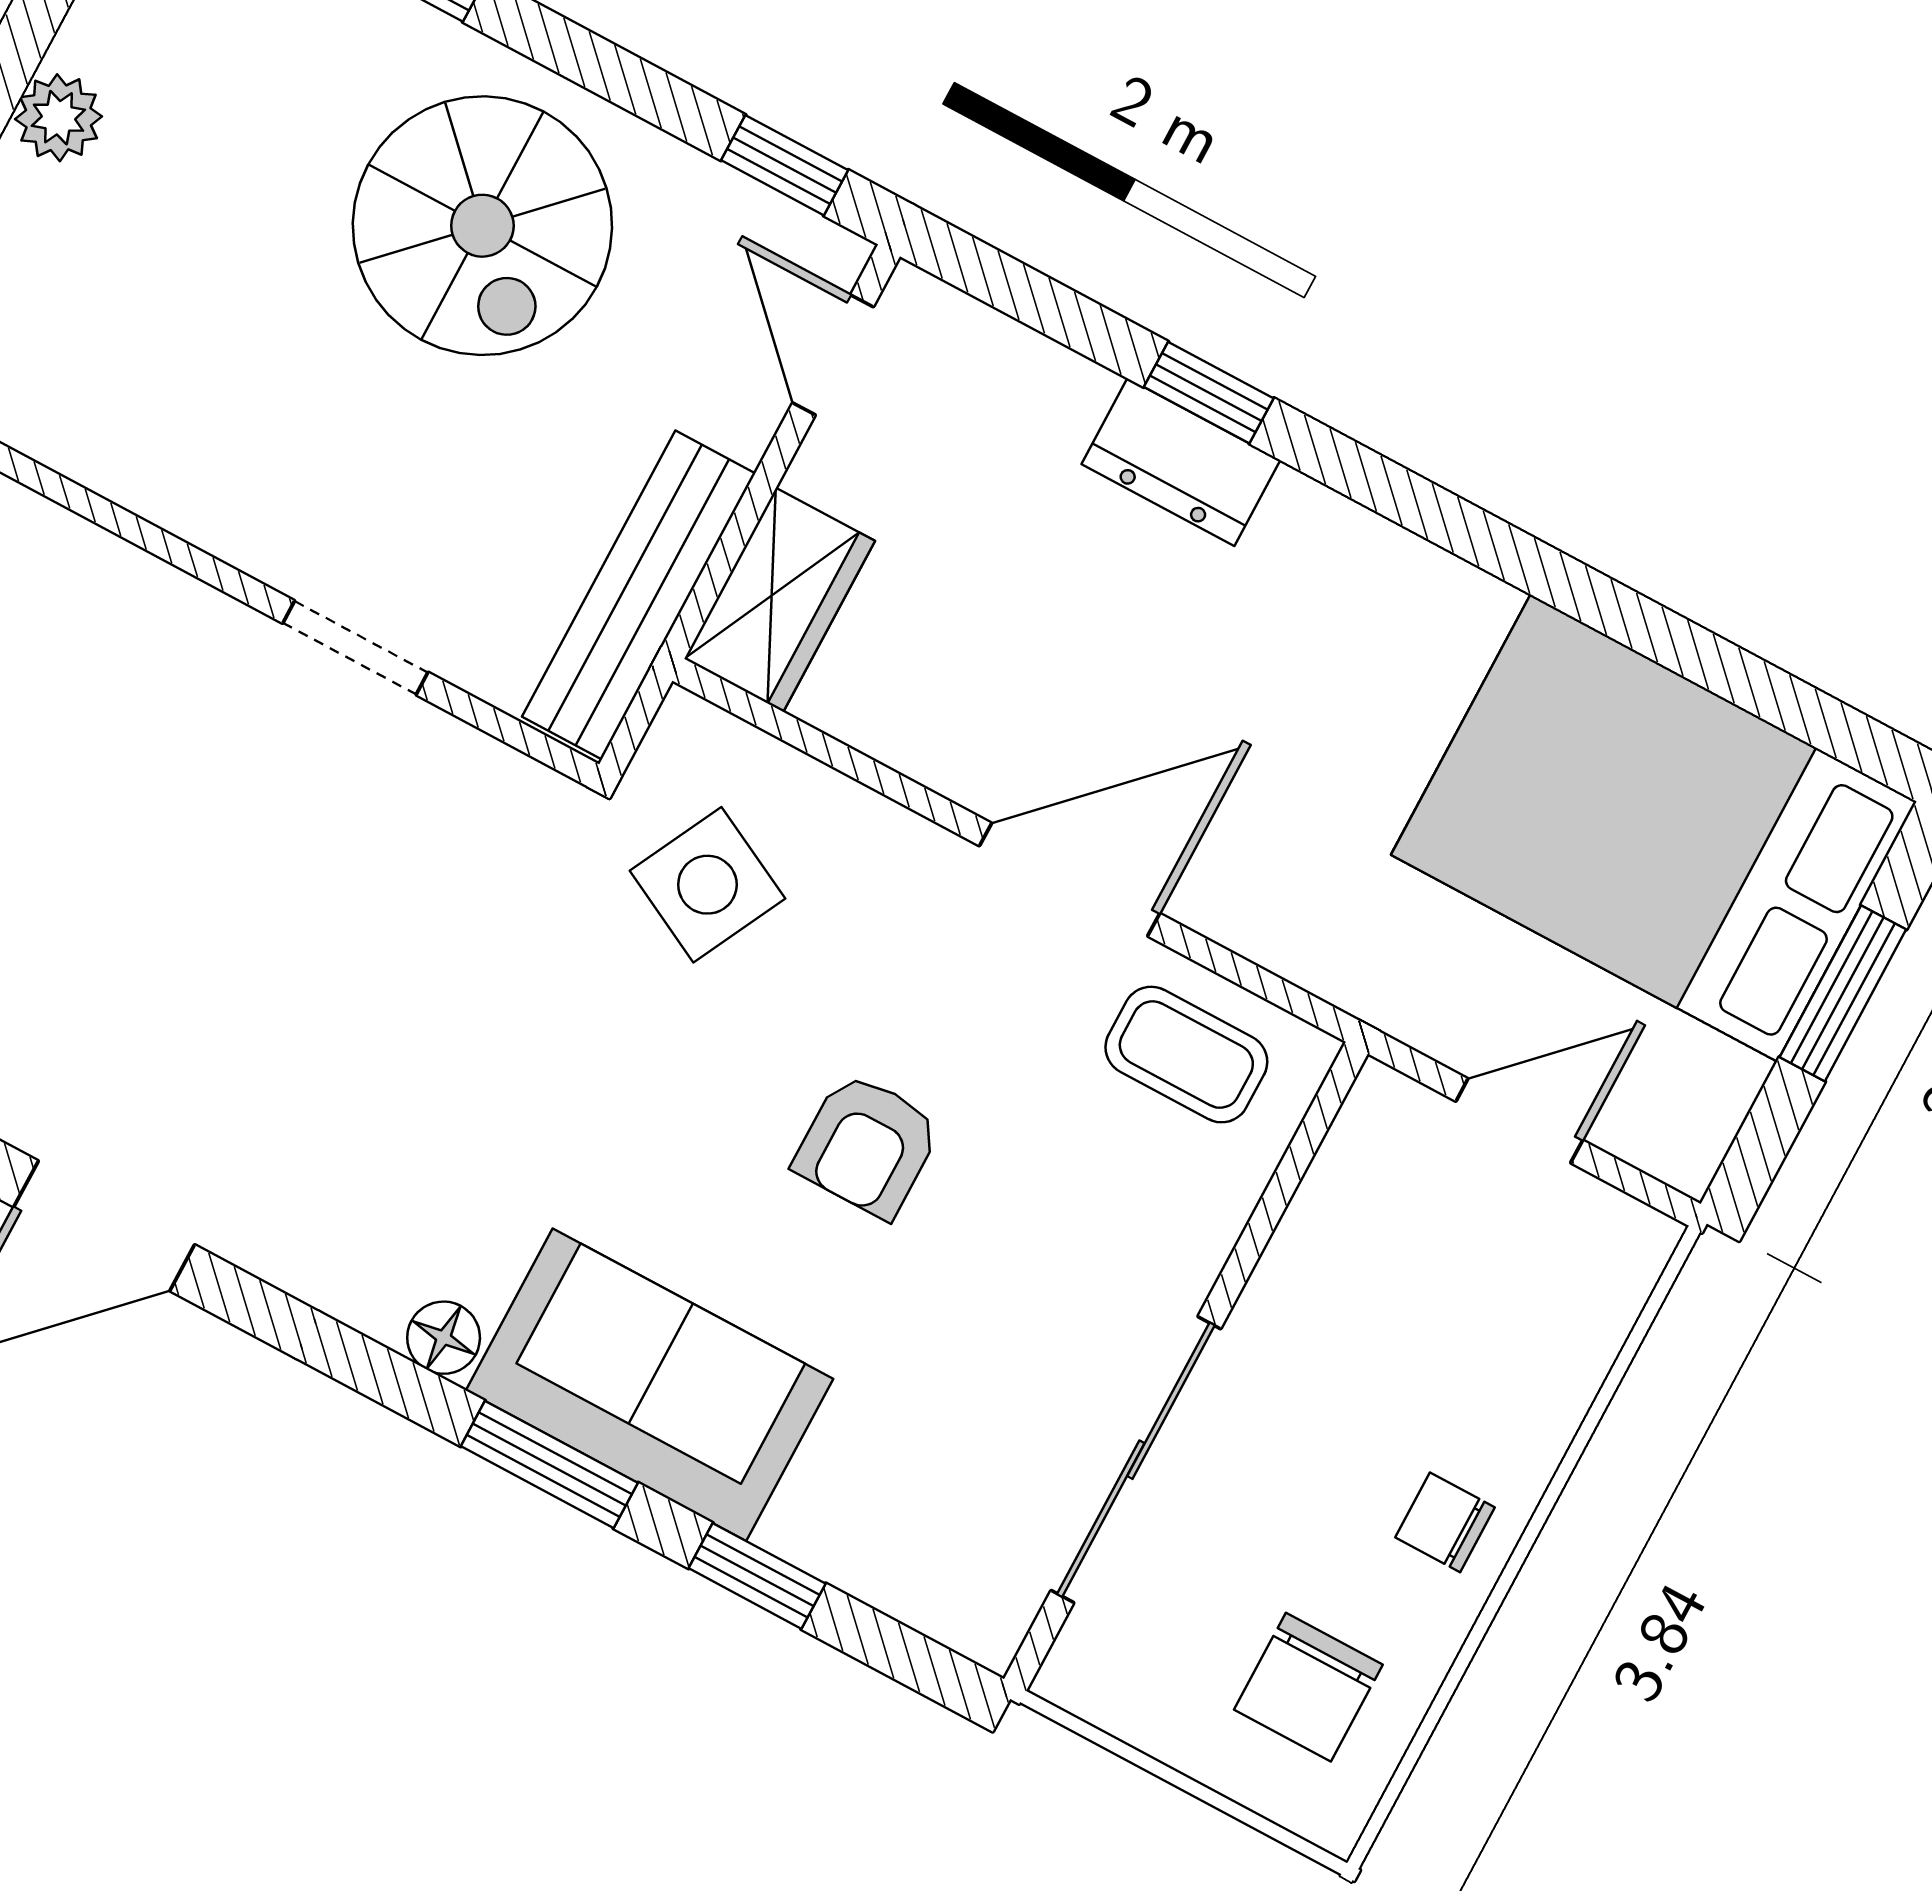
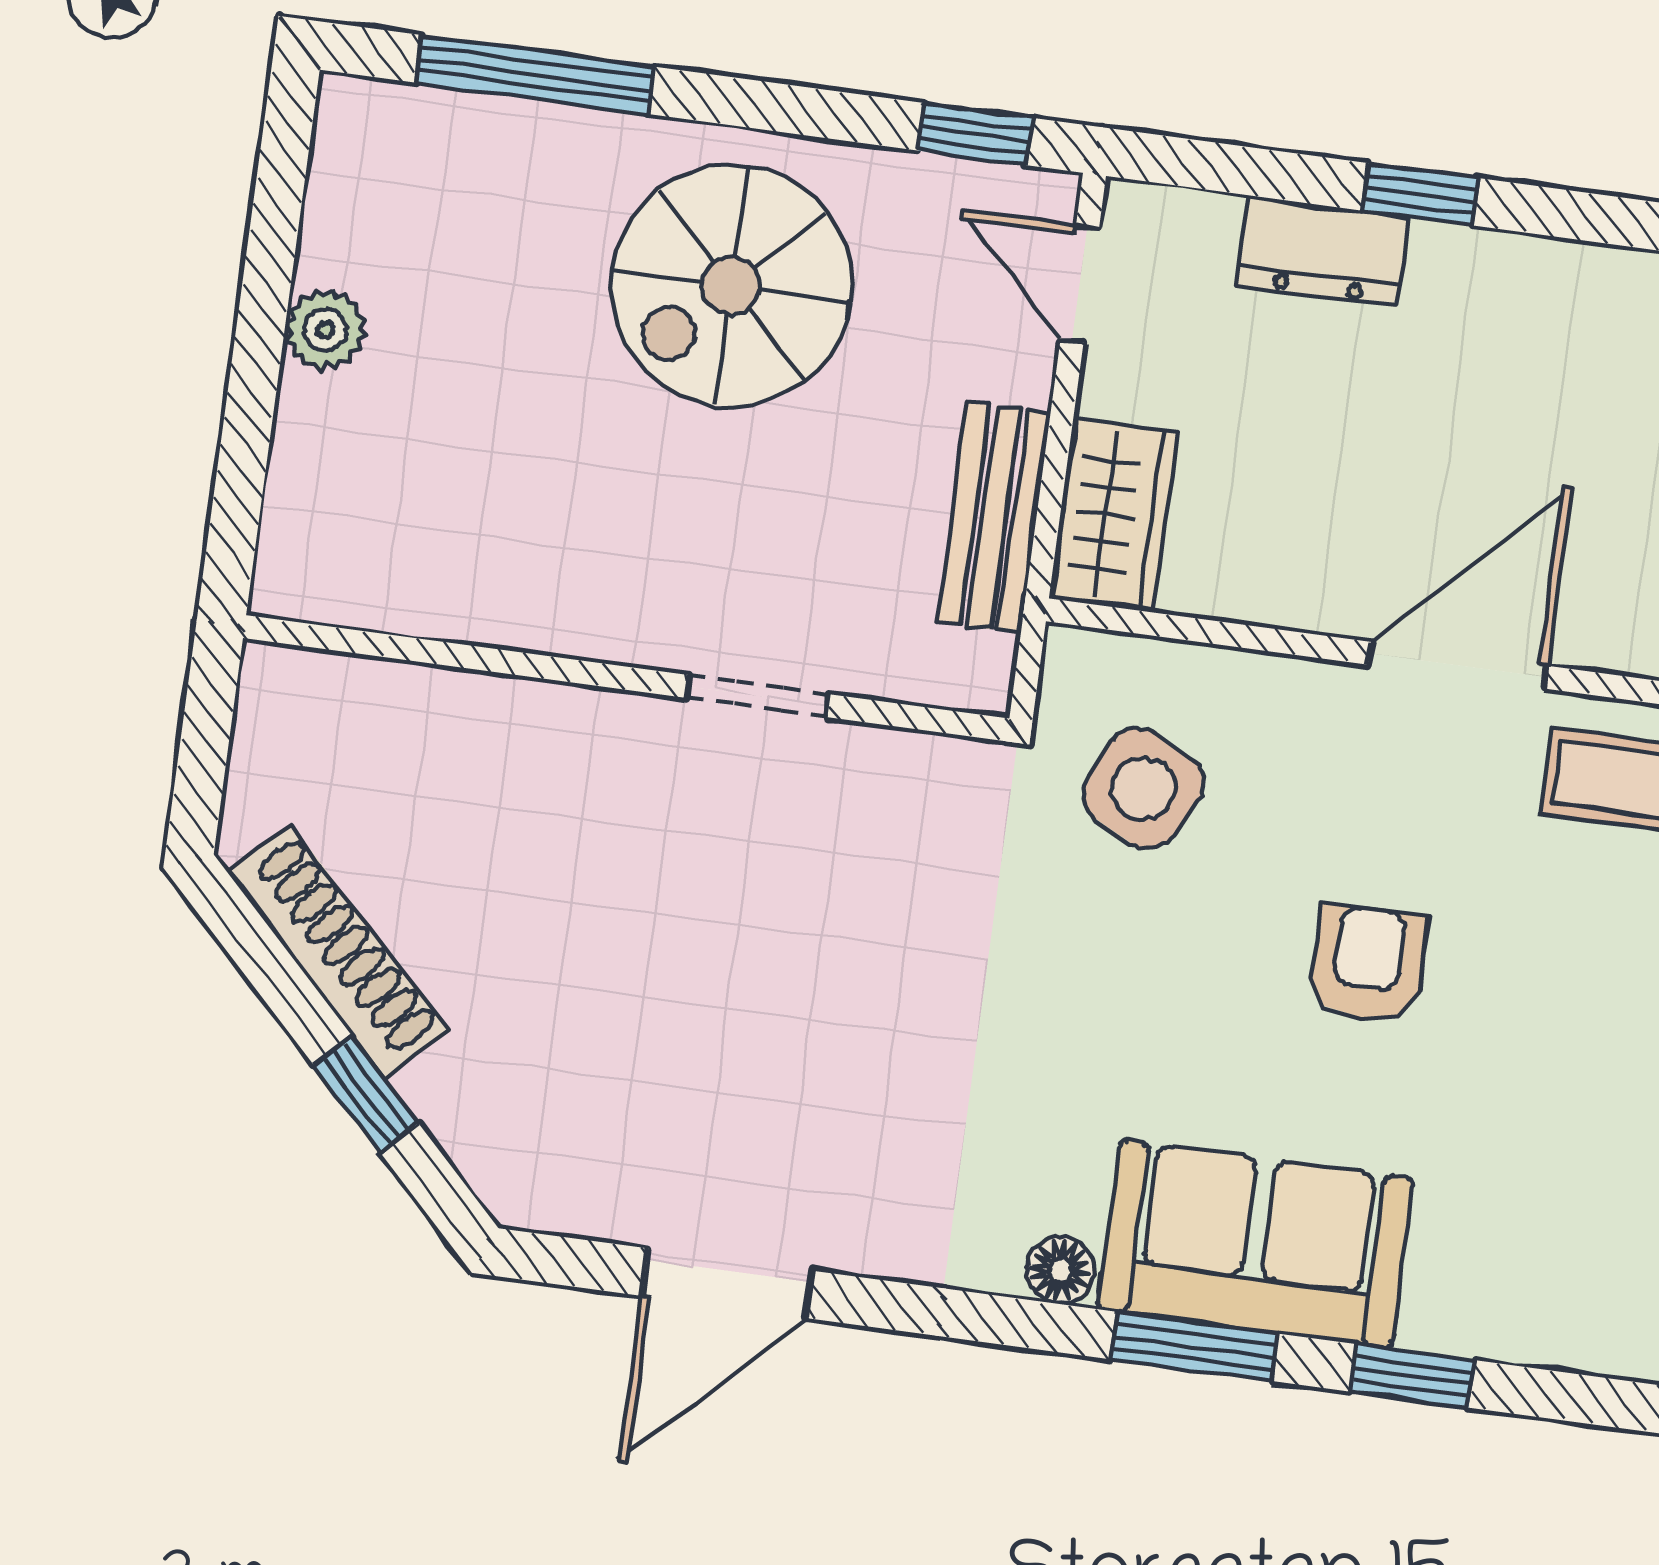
spiral stairs: (482, 226) -> (731, 286), turned 90
dresser: (1181, 462) -> (1322, 251), moved
bench: (639, 595) -> (994, 517), width x0.73
armchair: (867, 1145) -> (1368, 964), turned 180

